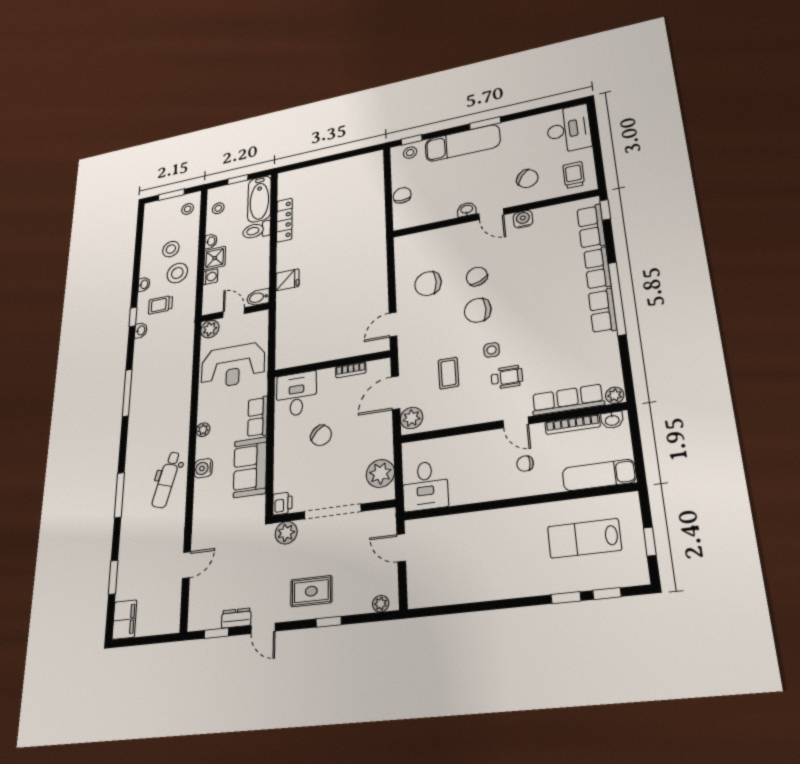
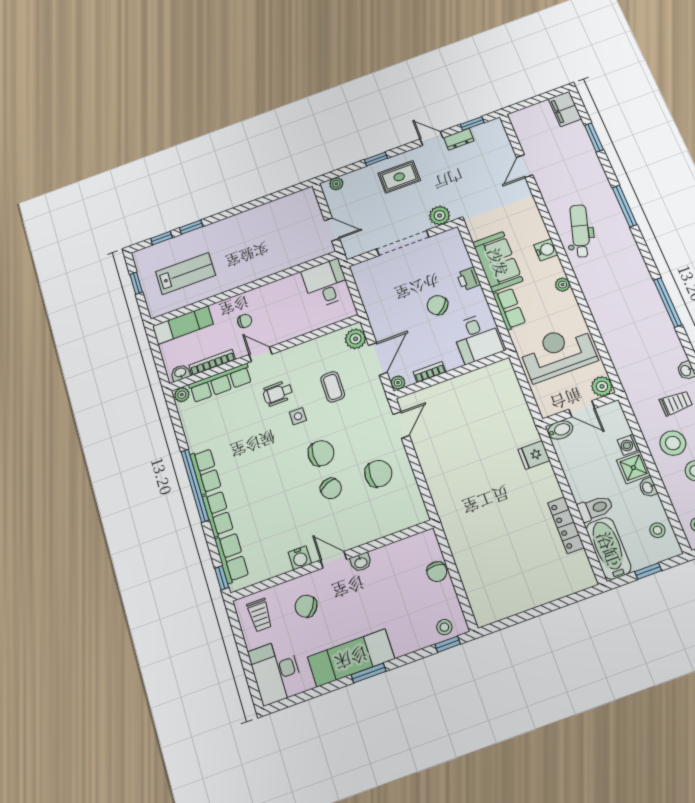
exam couch: (462, 143) -> (351, 658), moved
plant: (380, 473) -> (398, 383), moved, width x0.53, depth x0.53
printer: (282, 503) -> (469, 279), moved

